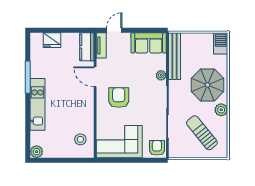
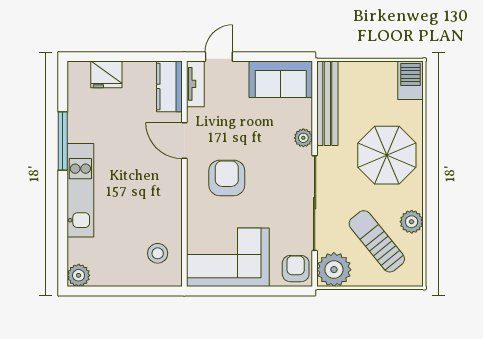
plant: (221, 110) -> (412, 222), moved
plant: (178, 148) -> (334, 270), added

